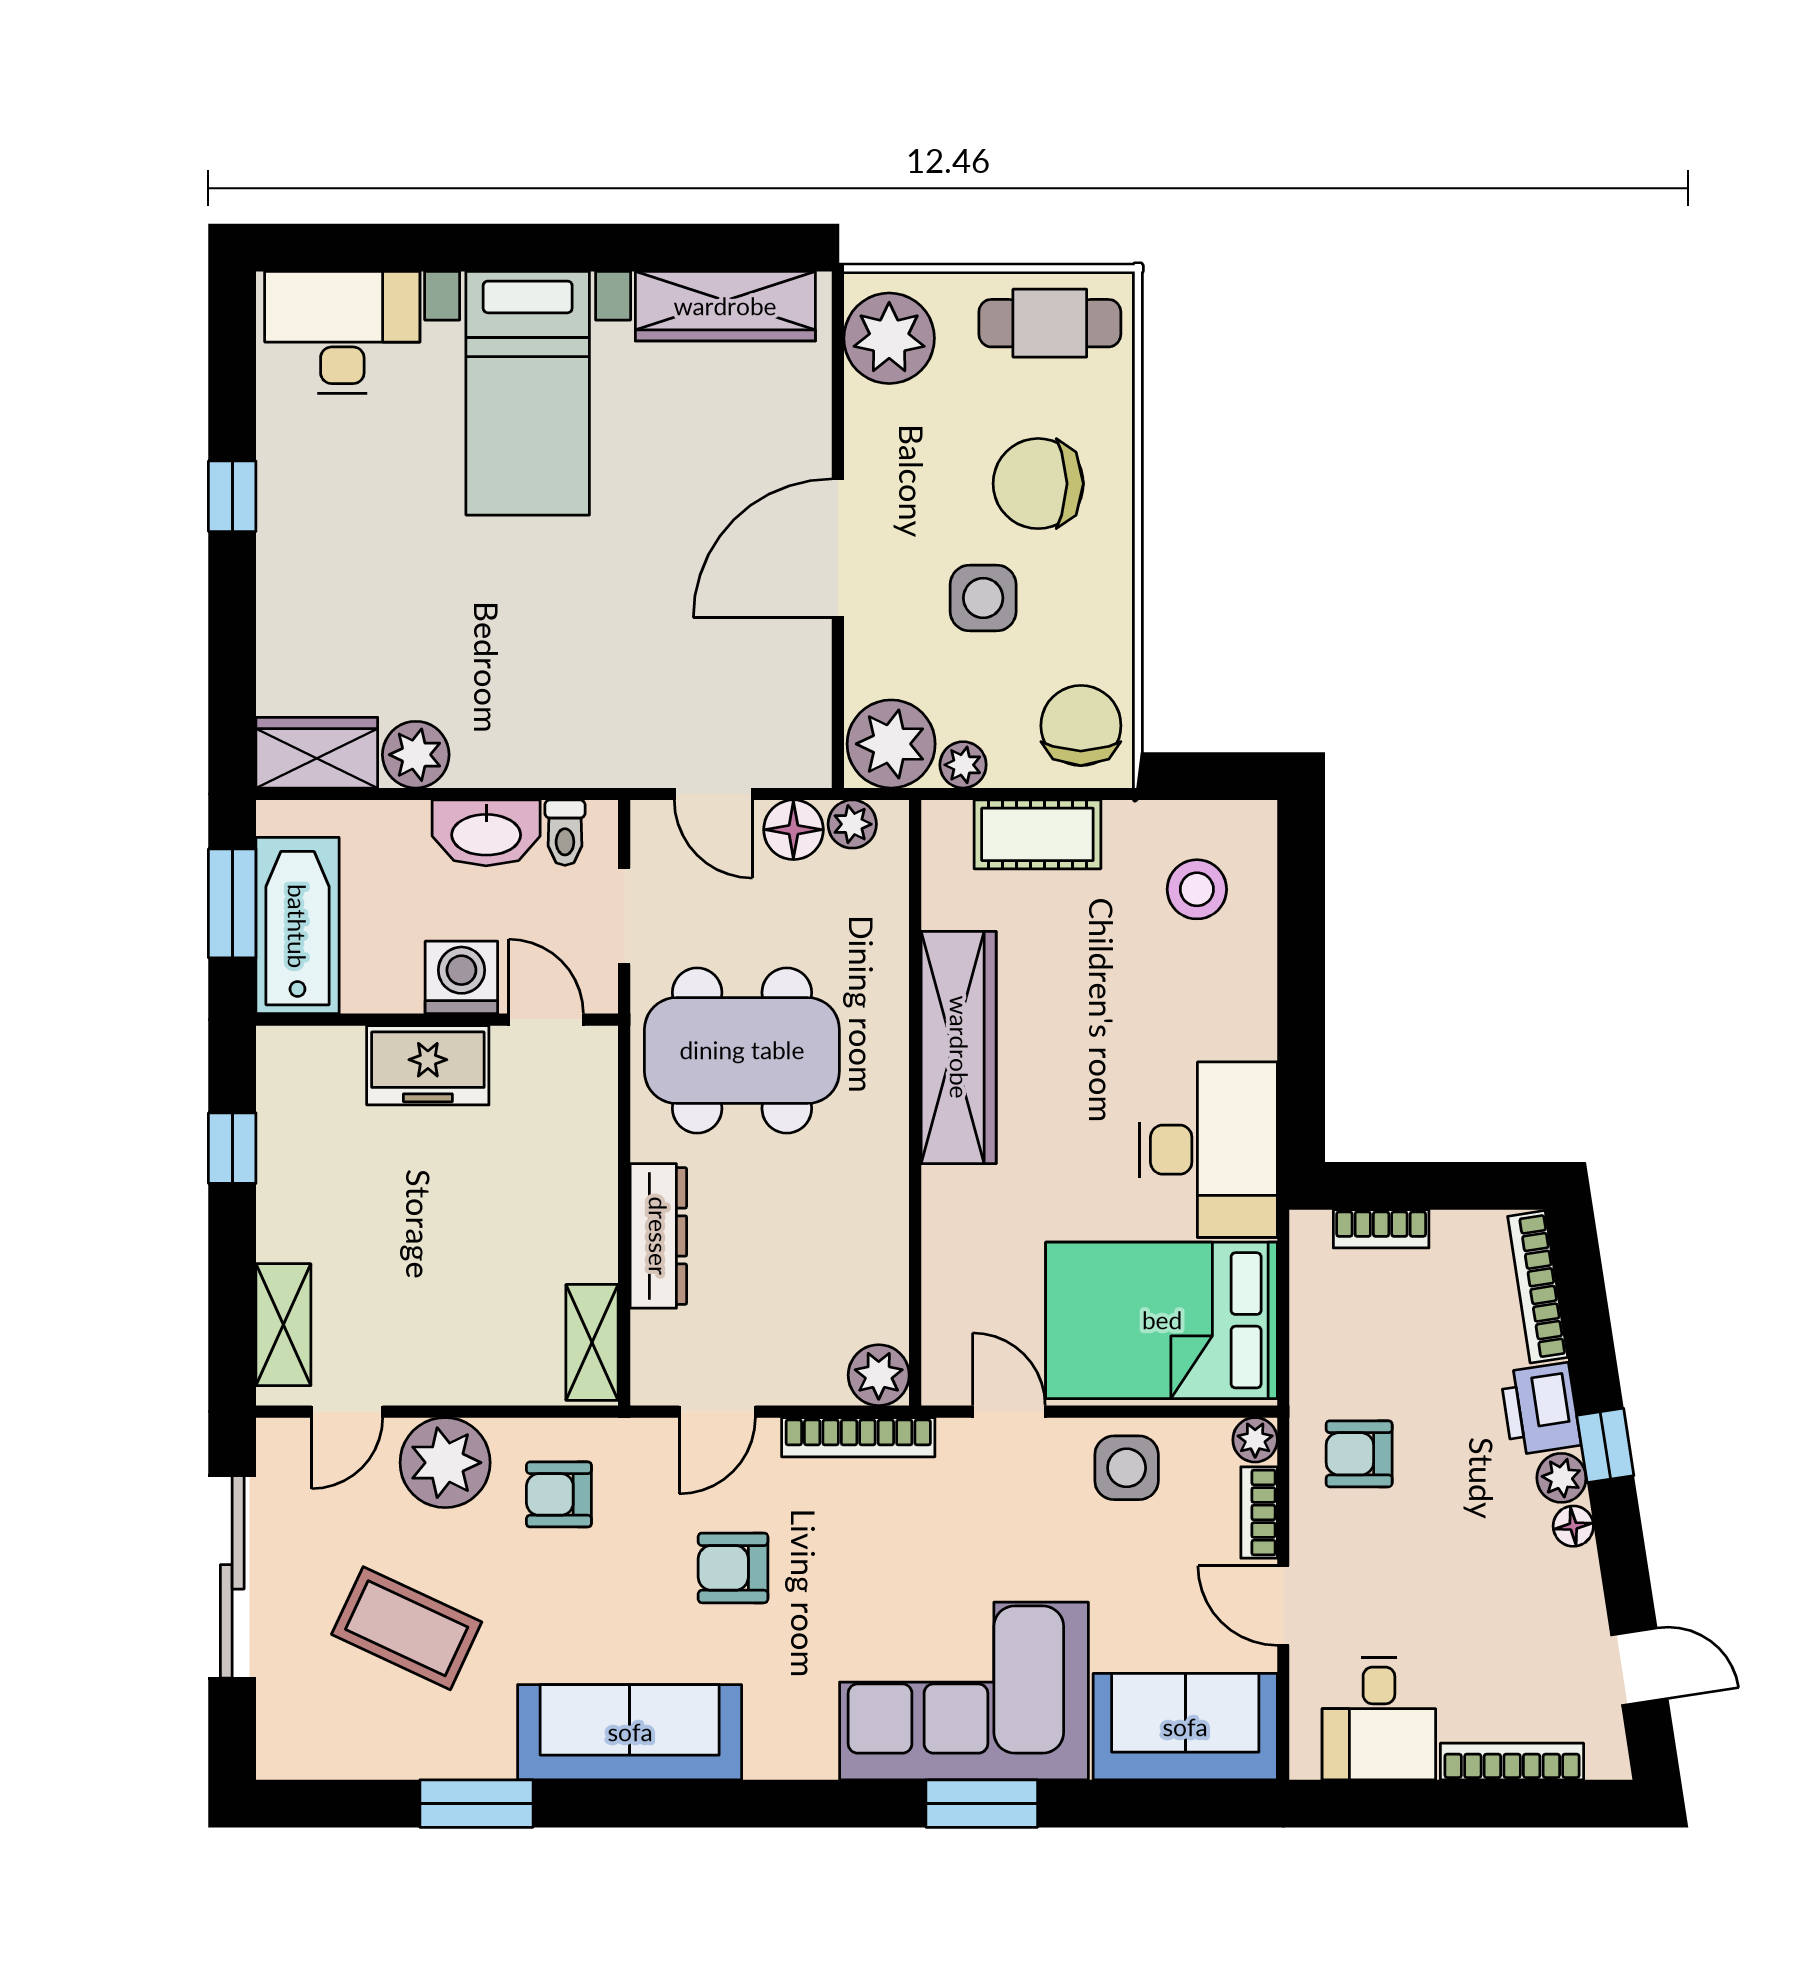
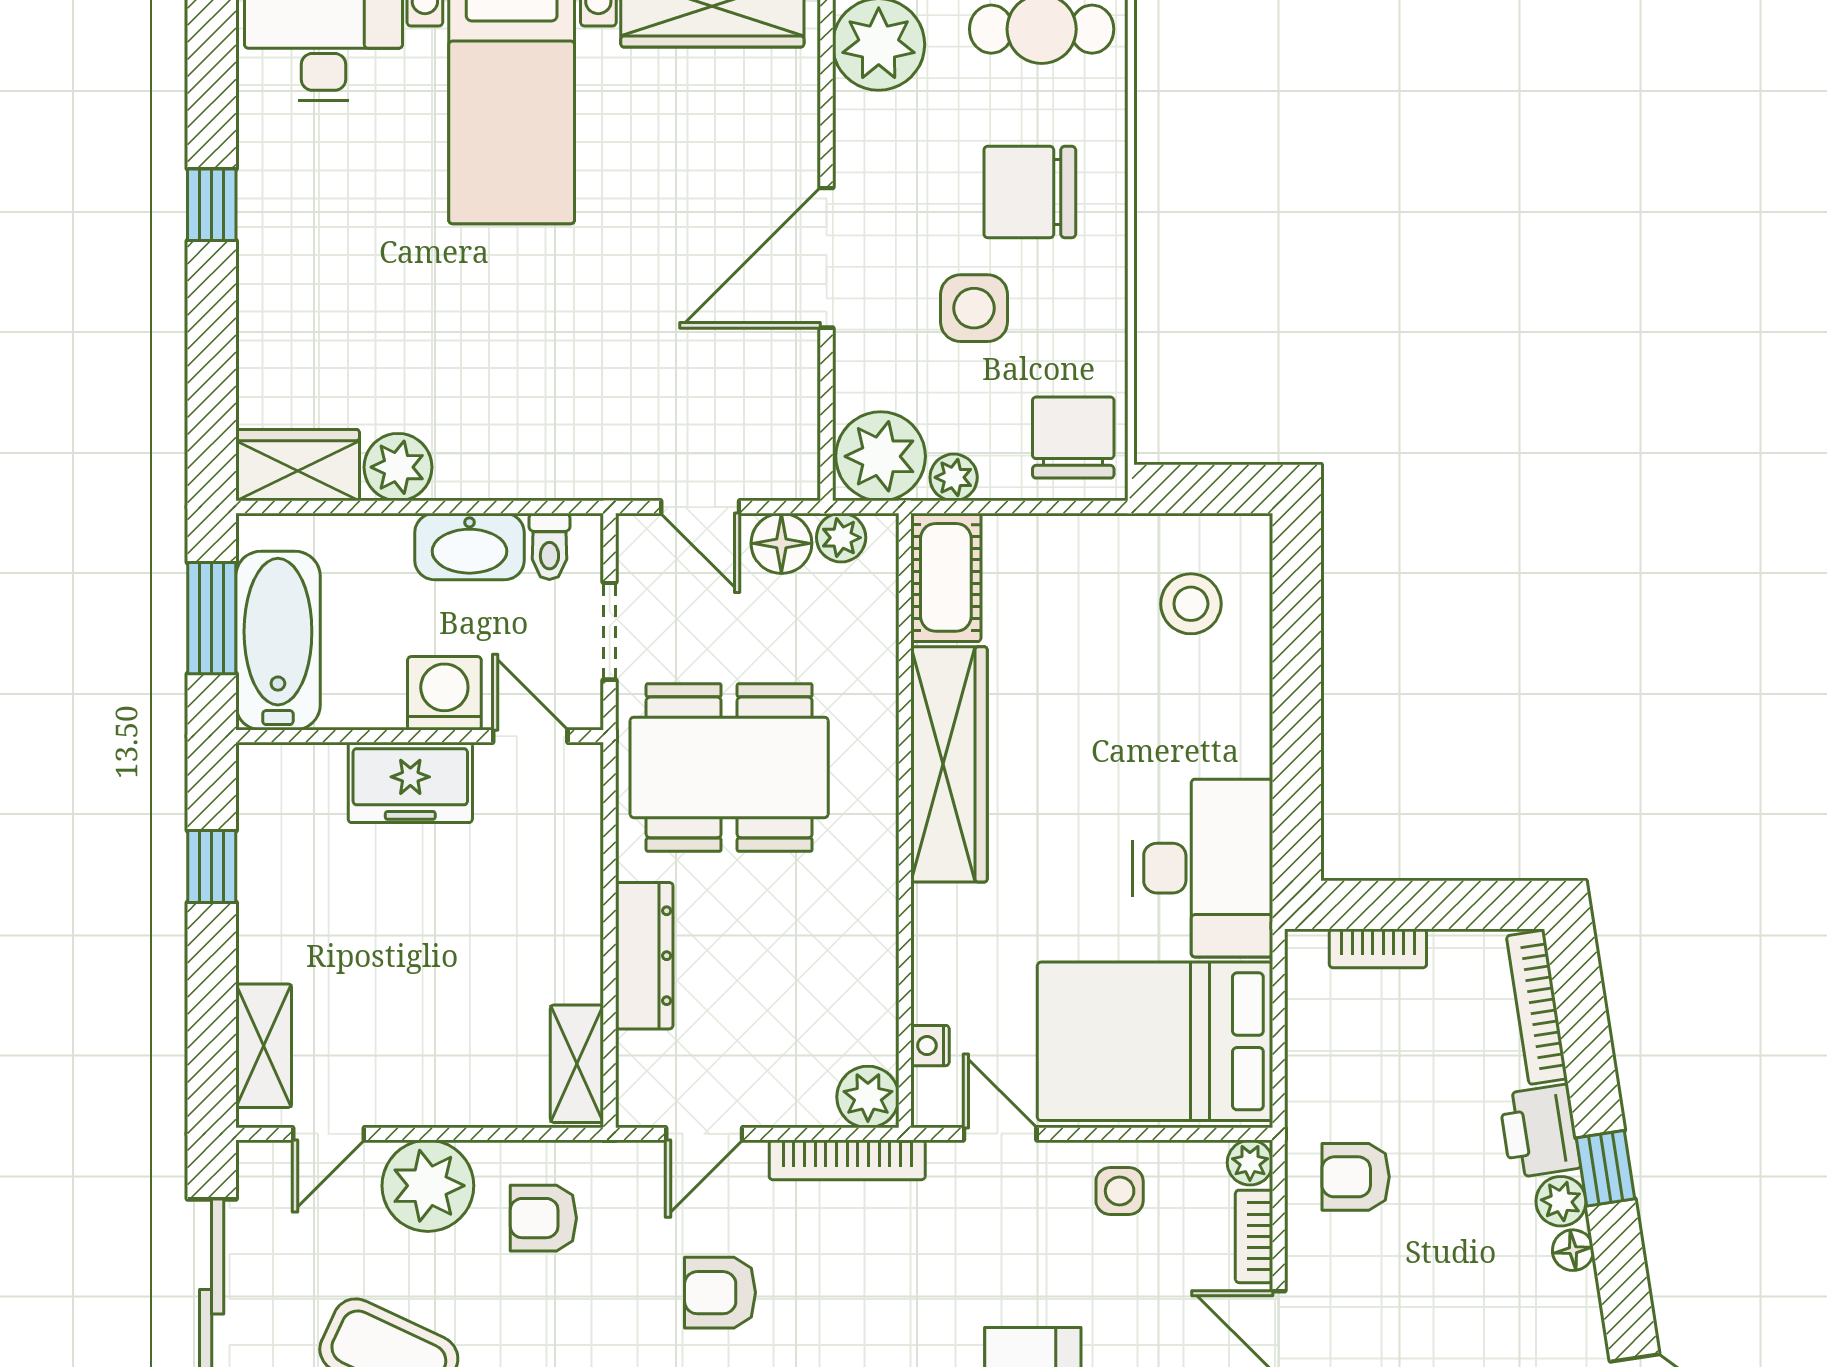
cot: (1037, 834) -> (946, 577), moved, turned 90
nightstand: (940, 1324) -> (930, 1046), added
side table: (1127, 1468) -> (1120, 1191), width x0.73, depth x0.73

